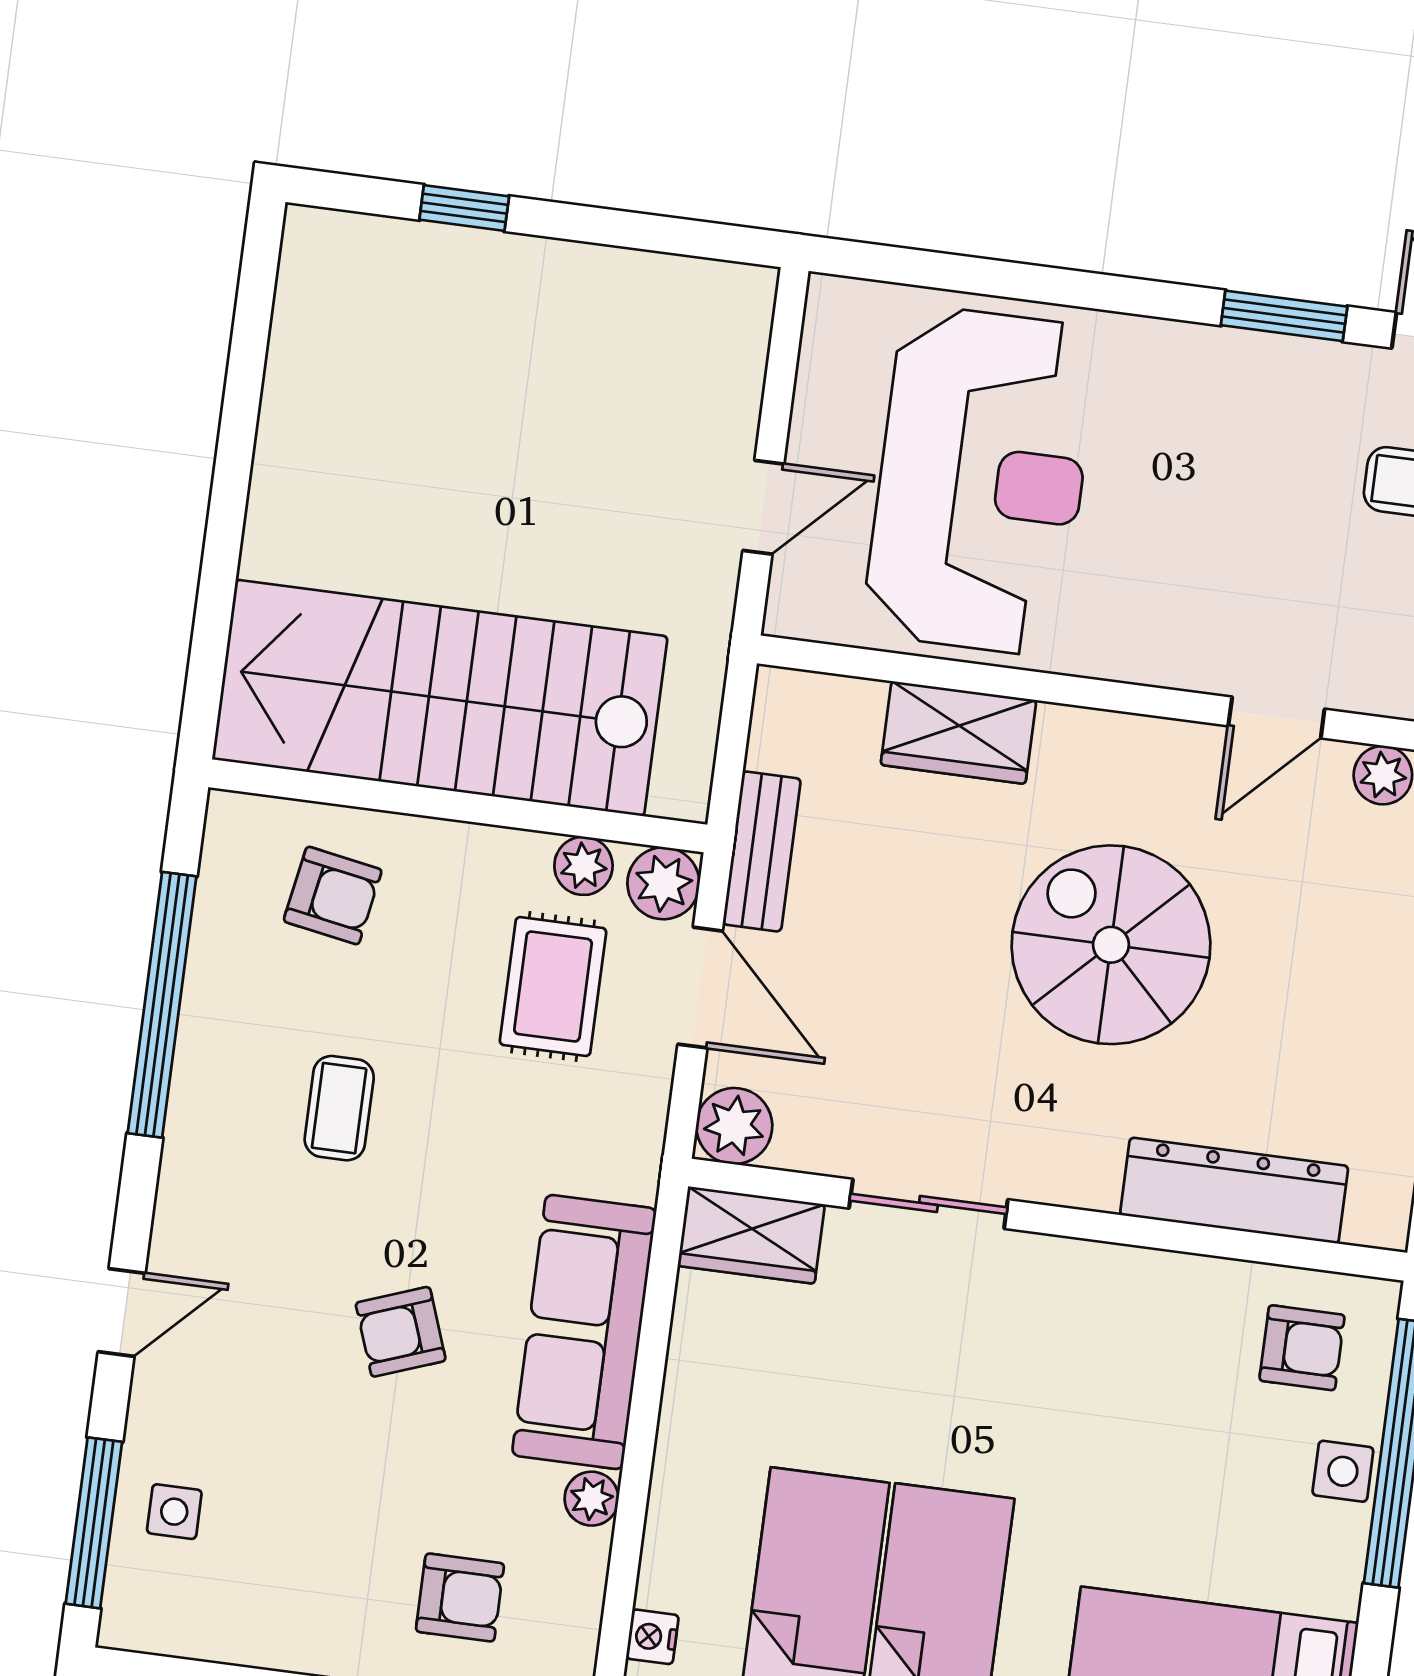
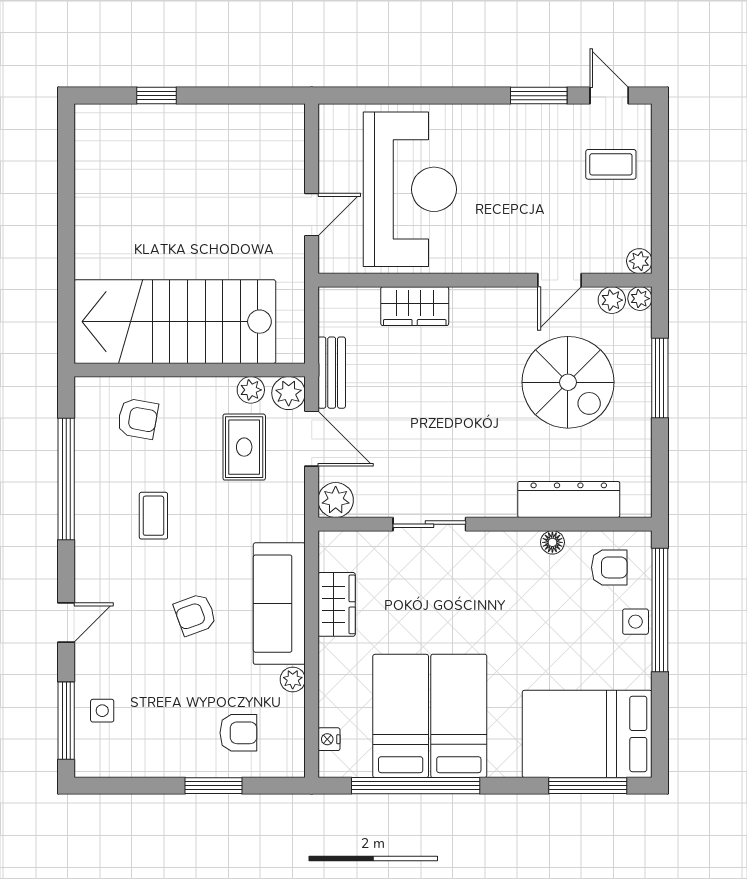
spiral stairs: (1111, 945) -> (568, 382), moved, turned 180
wardrobe: (751, 1235) -> (337, 604), moved, turned -90
floor lamp: (1187, 1278) -> (552, 542), added

